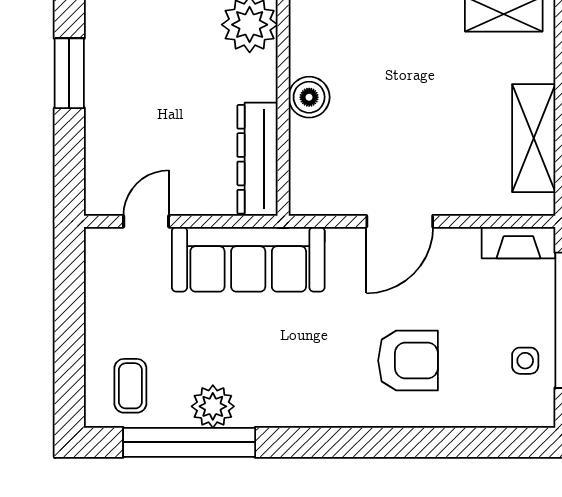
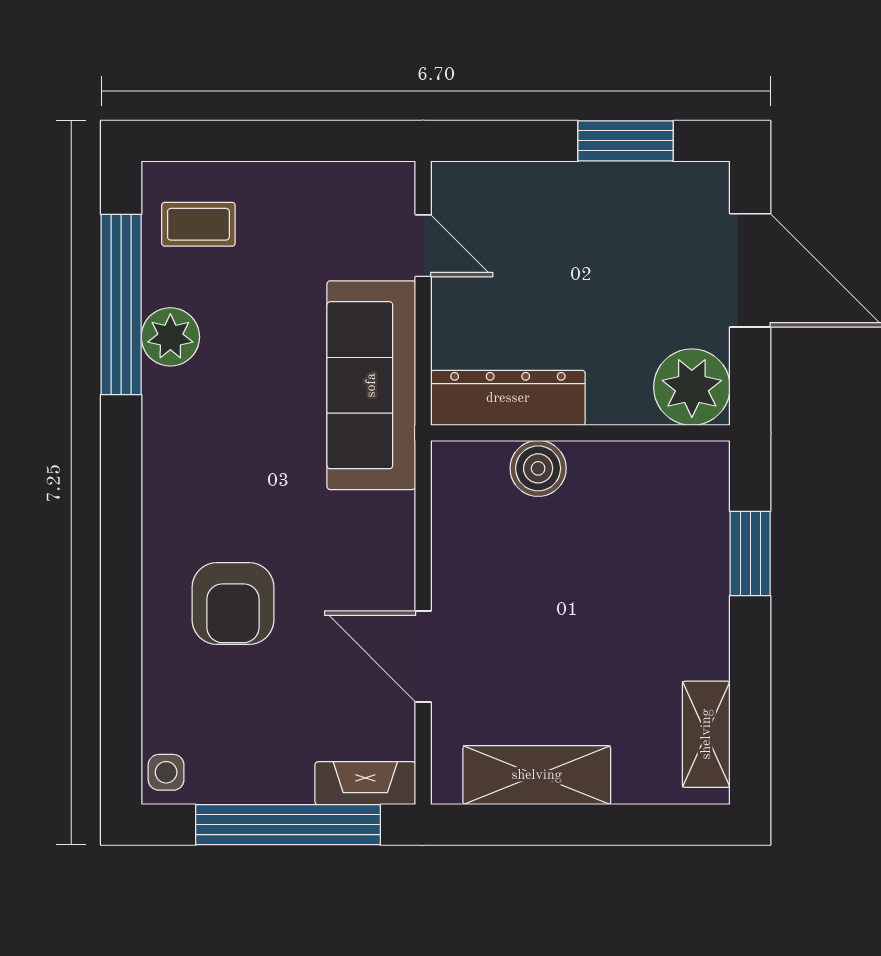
boiler: (309, 97) -> (538, 468), moved
door: (400, 221) -> (423, 657), moved
fireplace: (518, 243) -> (365, 783), moved, turned 90
side table: (525, 361) -> (166, 772), moved

